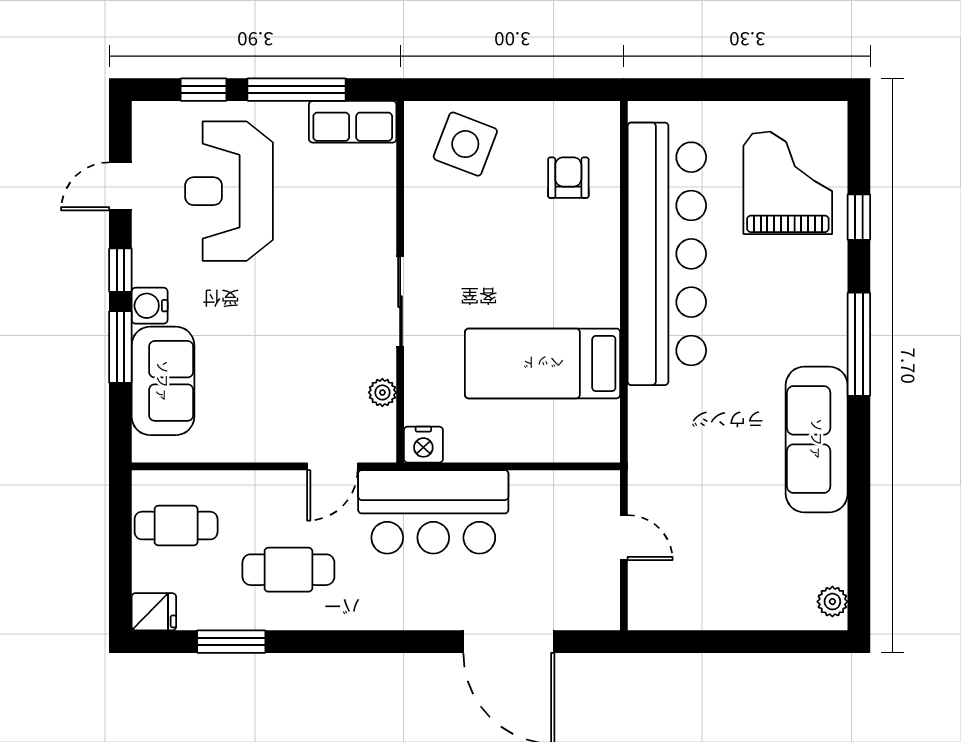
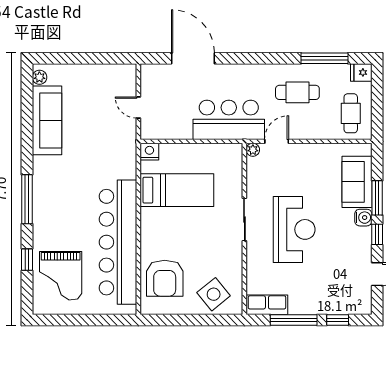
side table: (465, 144) -> (214, 294), turned 30
armchair: (568, 178) -> (165, 278), width x1.88, depth x1.88
reception desk: (229, 191) -> (294, 229), moved
plant: (382, 392) -> (253, 150), moved
sofa: (817, 439) -> (47, 120), moved
nightstand: (423, 445) -> (149, 152), moved
cafe table: (176, 526) -> (351, 113), turned 90
window: (231, 642) -> (325, 58), width x1.44

